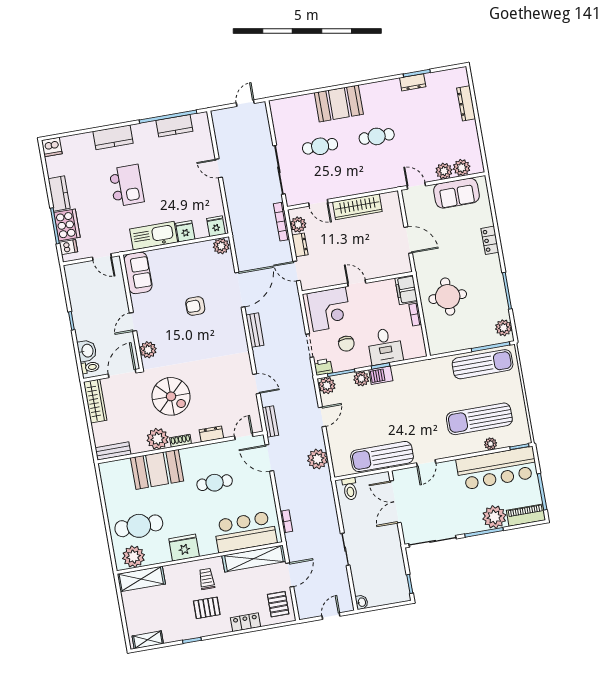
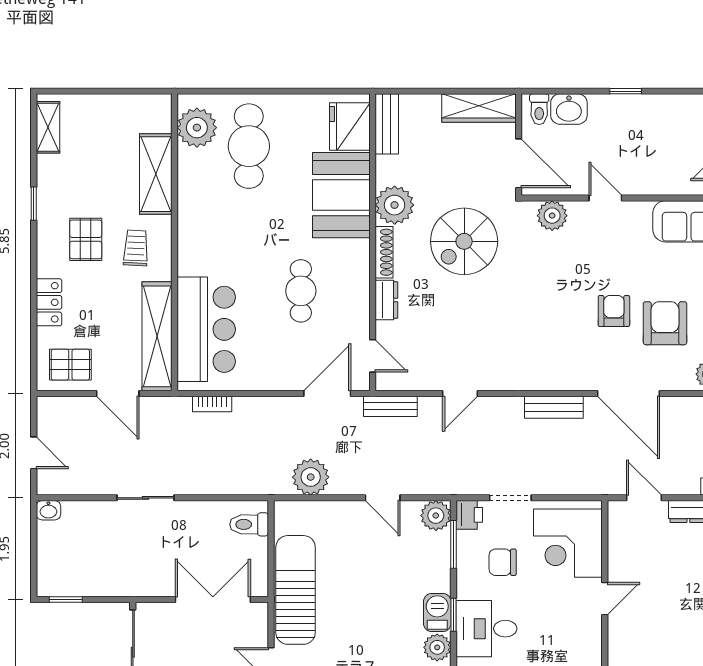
door: (297, 271) -> (644, 498), hinge flipped
armchair: (197, 276) -> (665, 323), added
plant: (361, 379) -> (437, 647), moved
shoe rack: (181, 441) -> (384, 252), width x1.43
fridge: (184, 548) -> (350, 126), moved, turned 180
shelving: (141, 579) -> (156, 174), moved
trolley: (207, 579) -> (136, 248), turned -87

